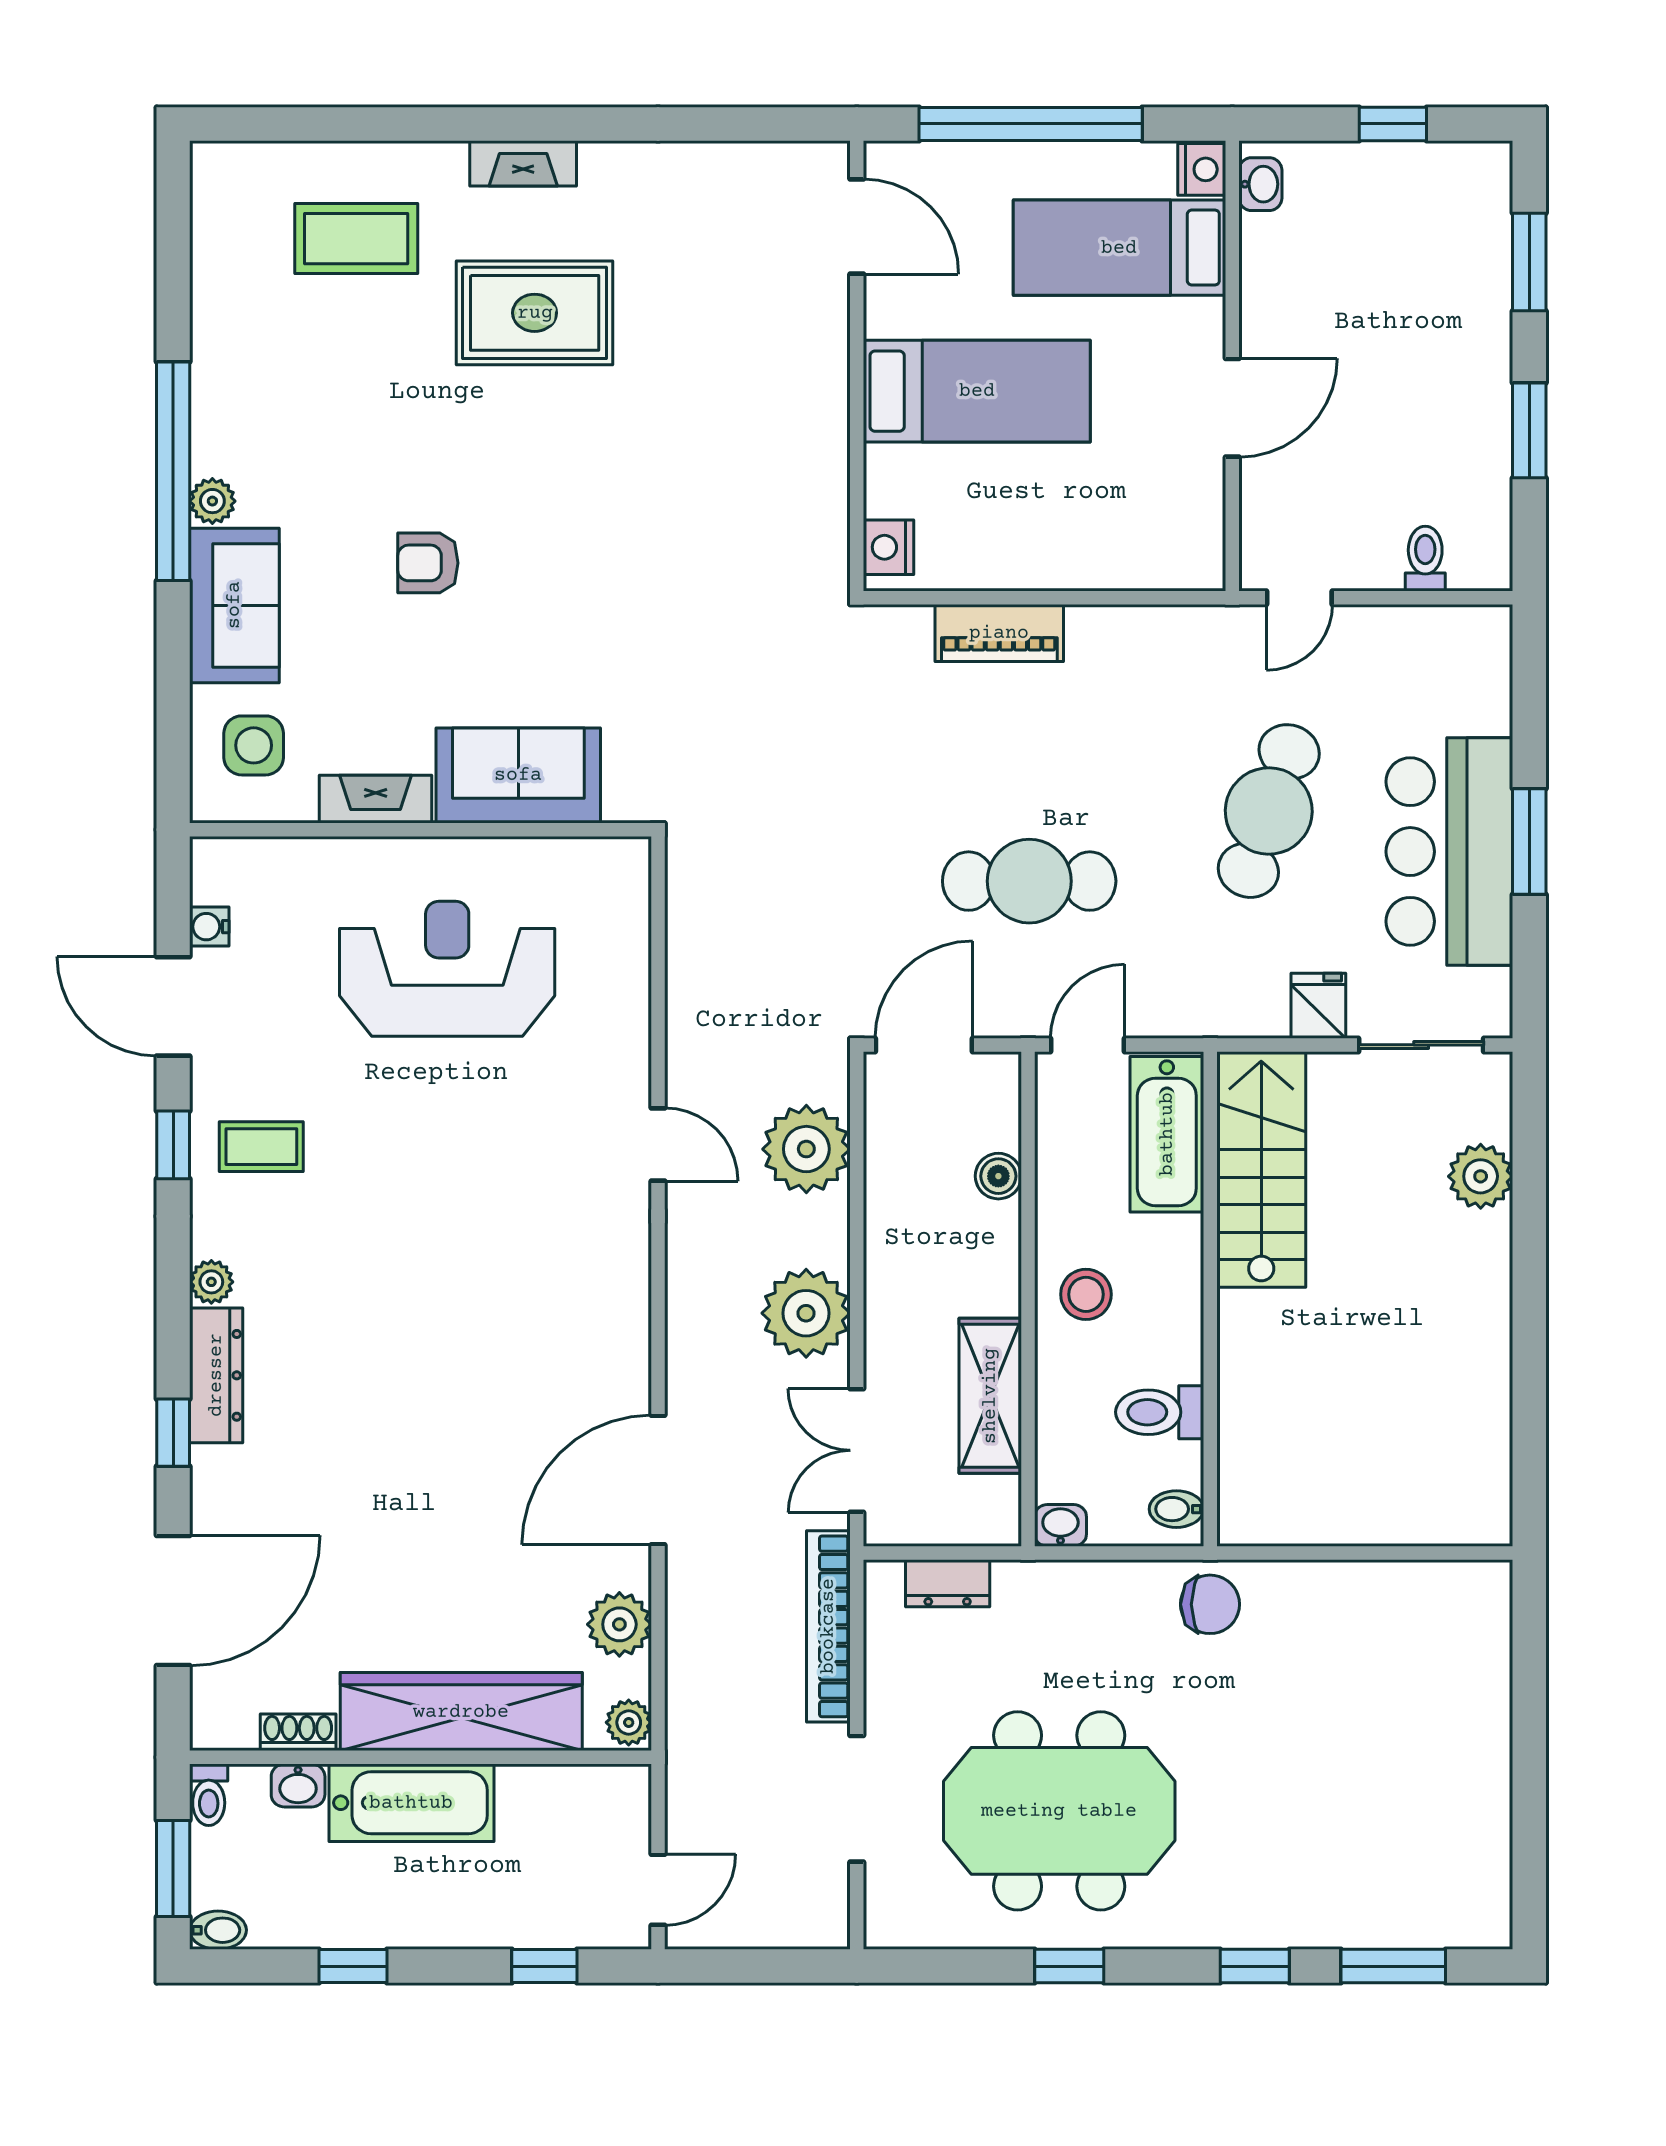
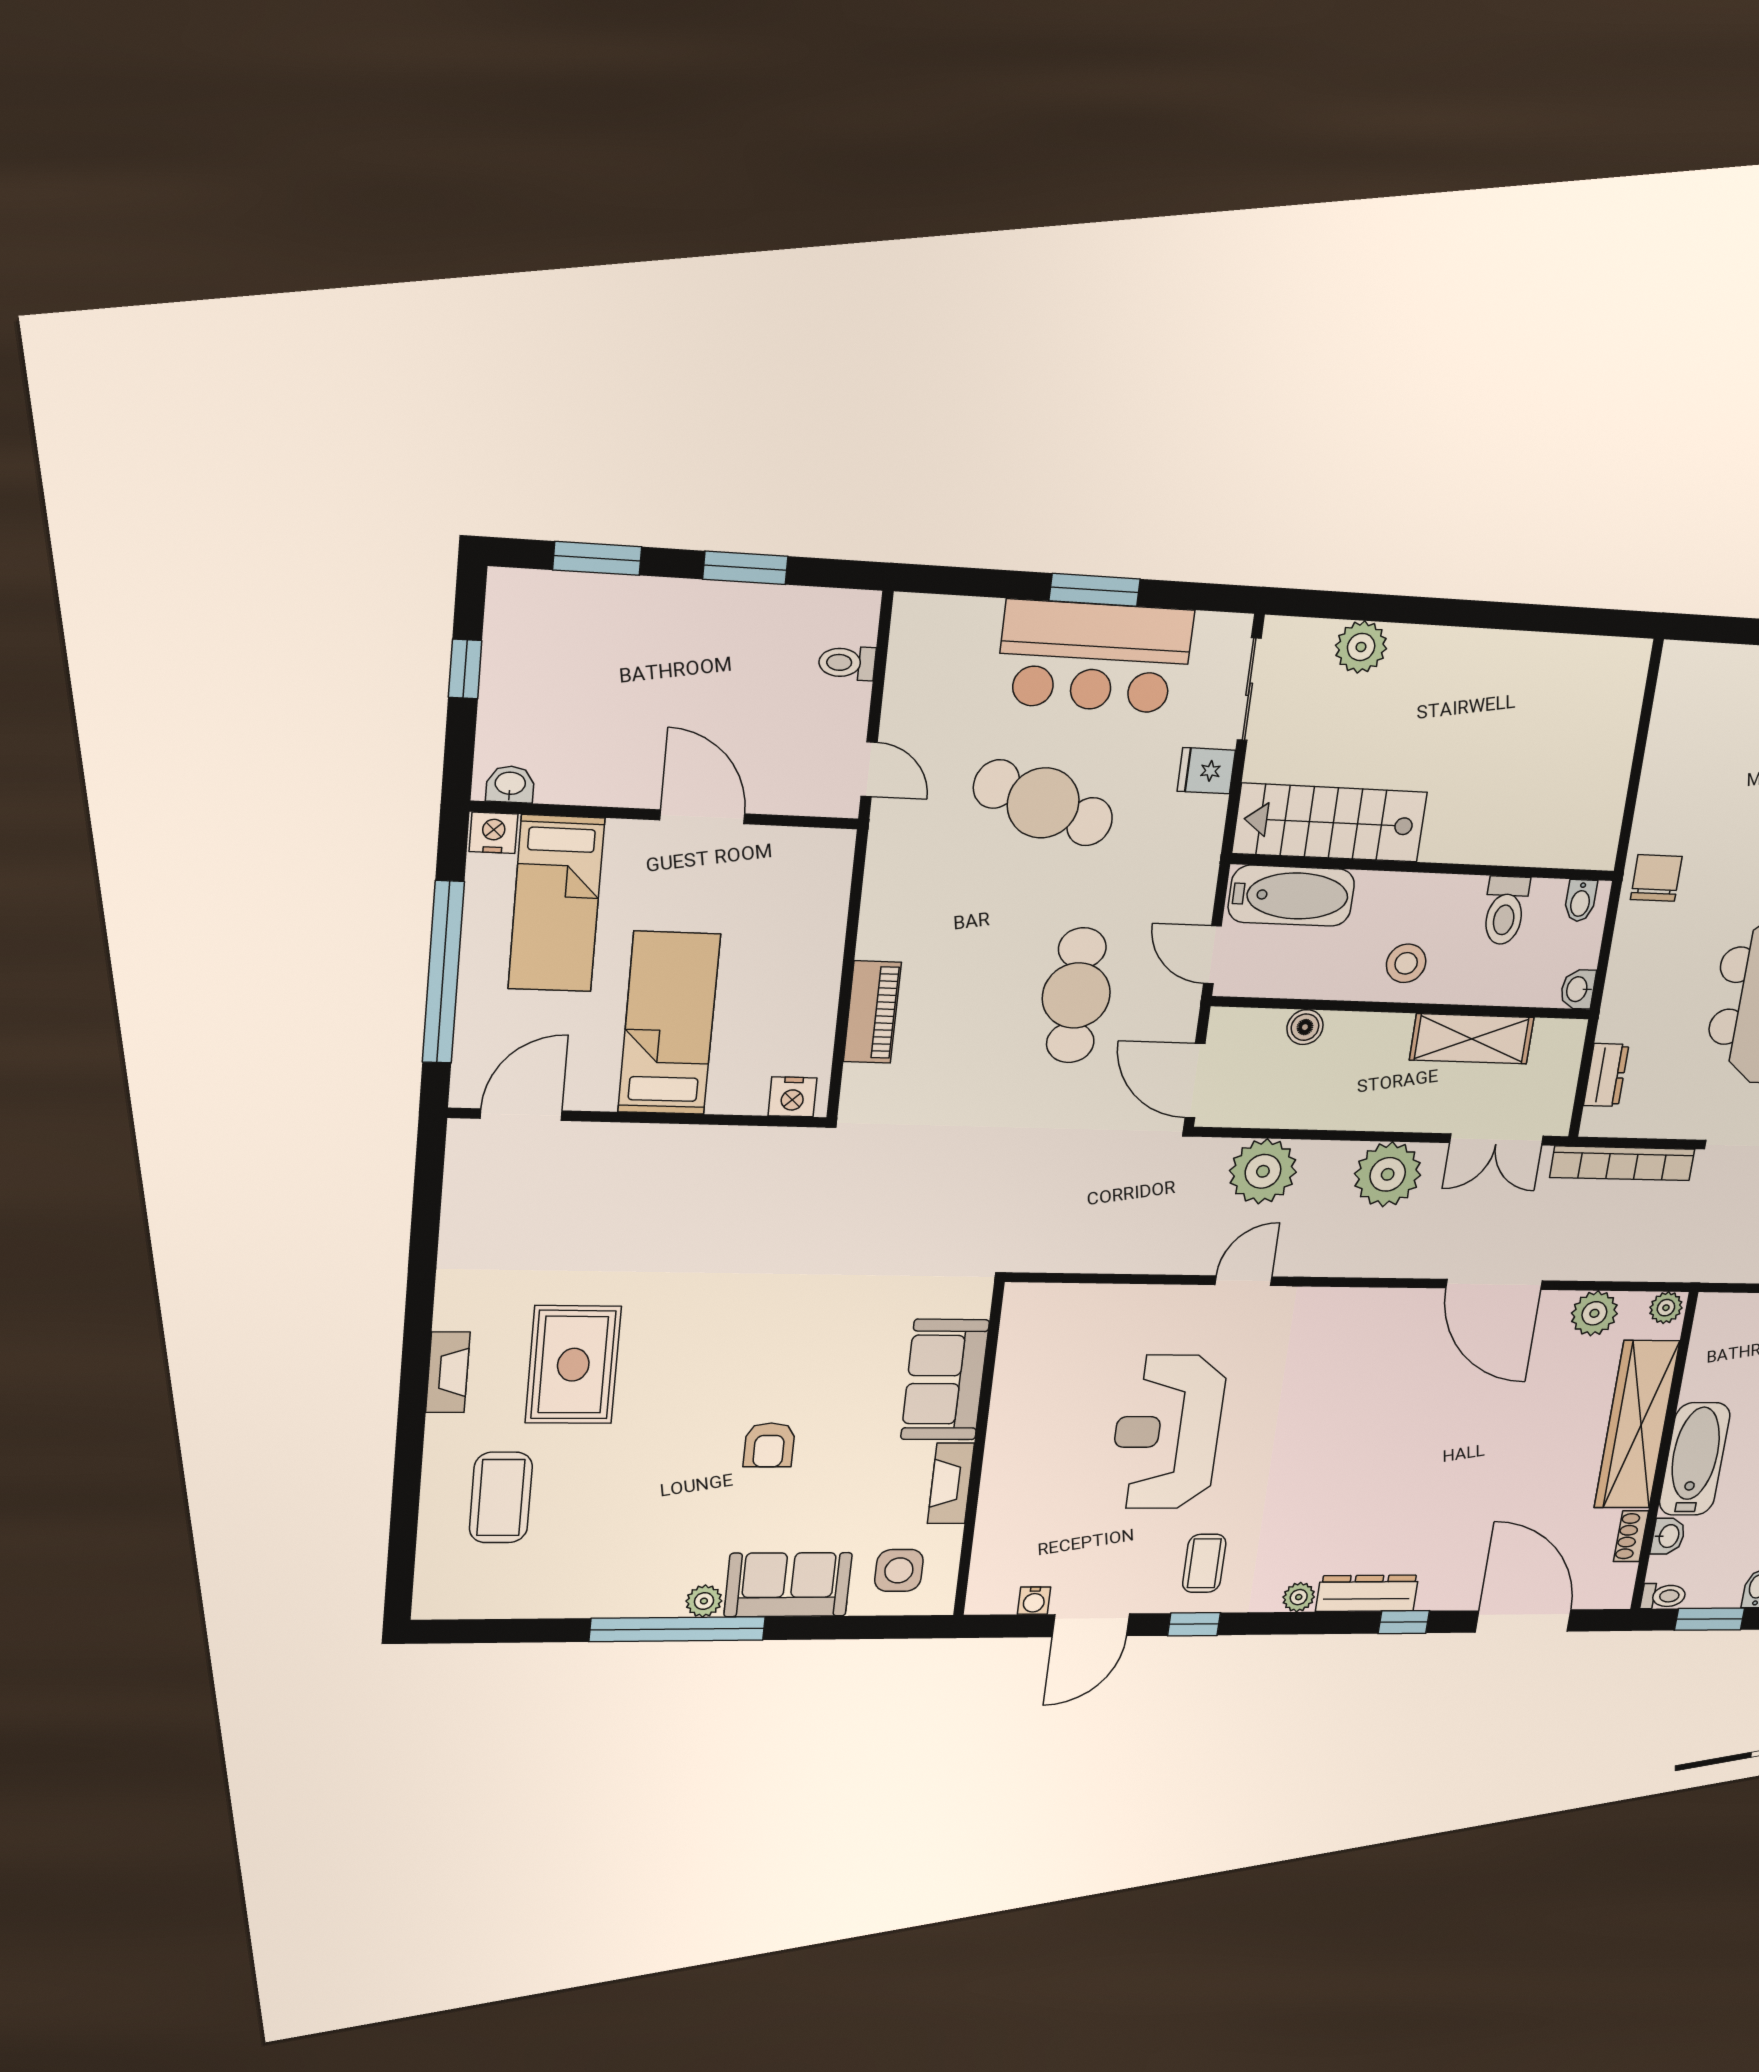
reception desk: (447, 969) -> (1167, 1432), moved

